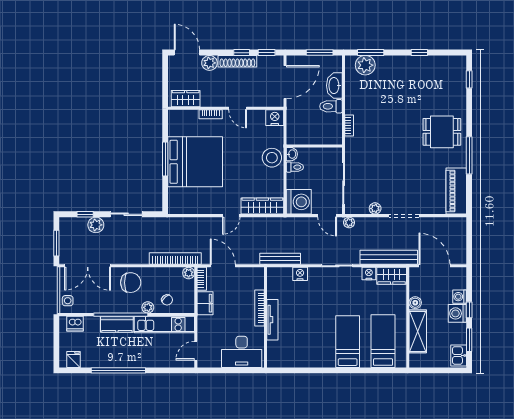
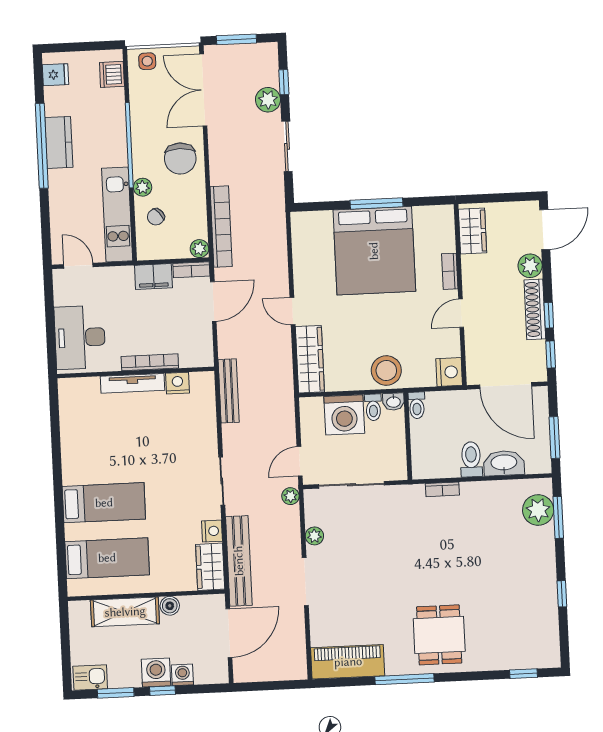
toilet: (295, 139) -> (417, 405), added
washing machine: (299, 202) -> (344, 415), moved
nightstand: (300, 274) -> (177, 383), moved, turned -90
kitchen counter: (117, 324) -> (59, 142), moved, turned 180

